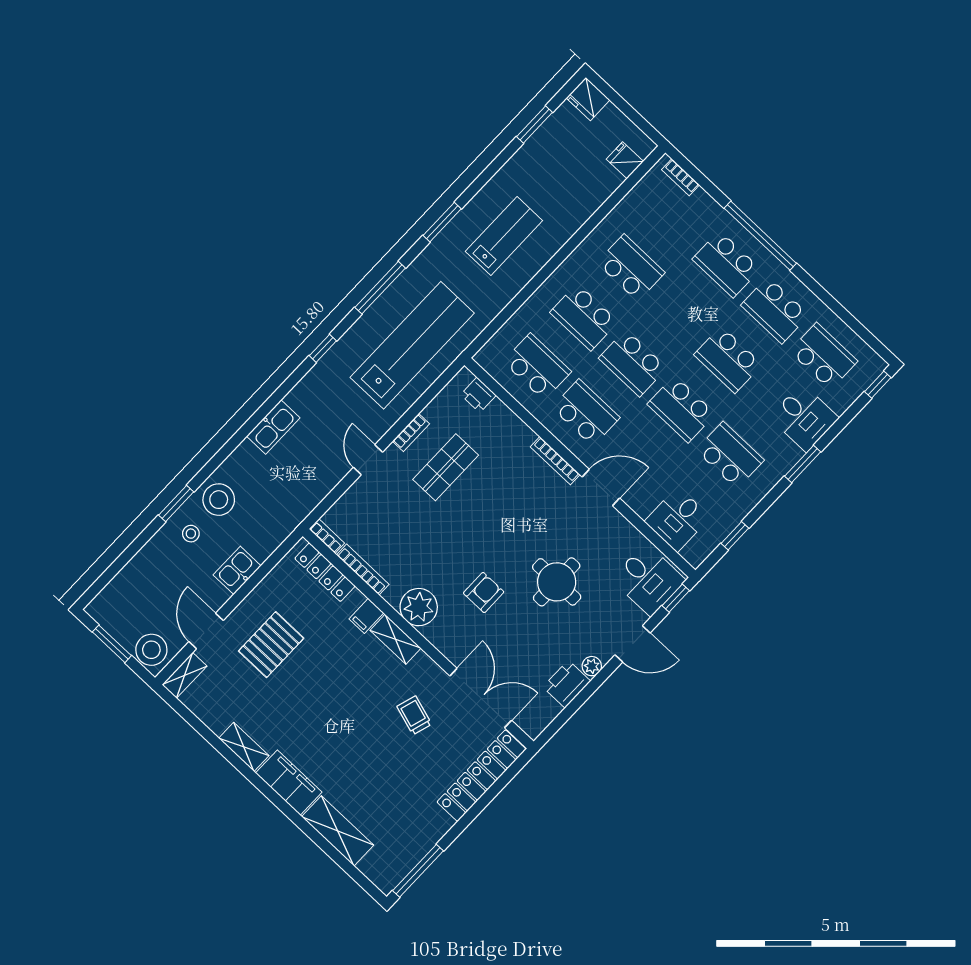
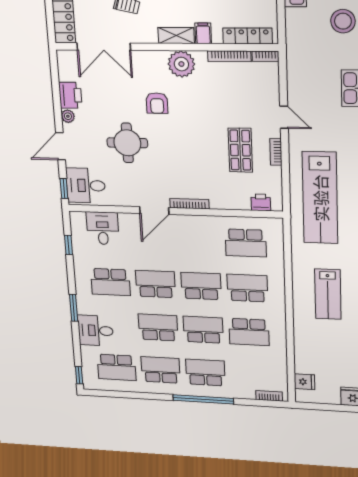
school desk: (586, 413) -> (203, 330), moved, turned 180

